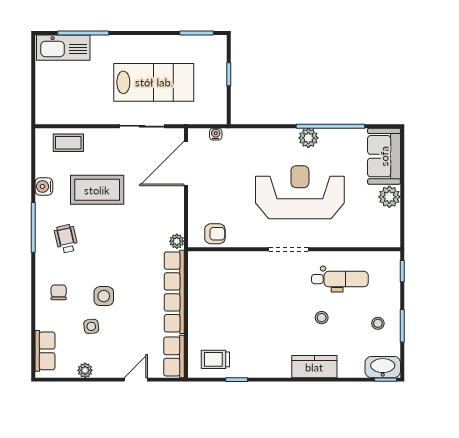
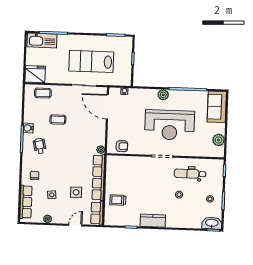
lab bench: (154, 82) -> (91, 61), turned 180
fridge: (53, 109) -> (35, 74), added
plant: (308, 138) -> (163, 95), moved
door: (186, 163) -> (107, 107), hinge flipped
water cooler: (44, 186) -> (28, 128), moved
coffee table: (97, 190) -> (58, 120), width x0.54, depth x0.58
reception desk: (300, 192) -> (170, 125), turned 180
plant: (389, 197) -> (219, 140), moved
dental chair: (340, 279) -> (190, 174), turned 180
side table: (104, 296) -> (76, 192), moved
row of seats: (45, 351) -> (26, 202), width x1.48
trolley: (215, 359) -> (118, 200), moved
kitchen counter: (314, 367) -> (153, 221), moved

